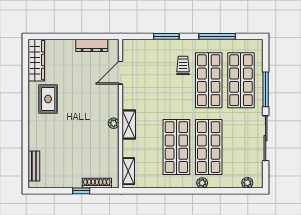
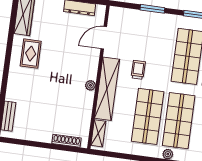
trolley: (183, 65) -> (138, 70), moved
shelving: (129, 124) -> (107, 89), width x2.20, depth x1.33
window: (81, 191) -> (51, 146), removed

